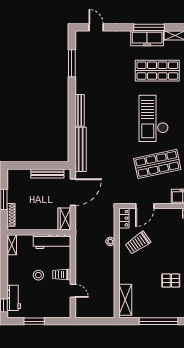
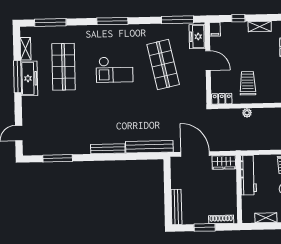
checkout: (154, 118) -> (115, 70), width x0.73, depth x0.83
bench: (47, 173) -> (176, 207), moved
door: (145, 206) -> (208, 61), moved
trolley: (138, 243) -> (248, 83), turned -145
shelving: (12, 245) -> (266, 218), moved

